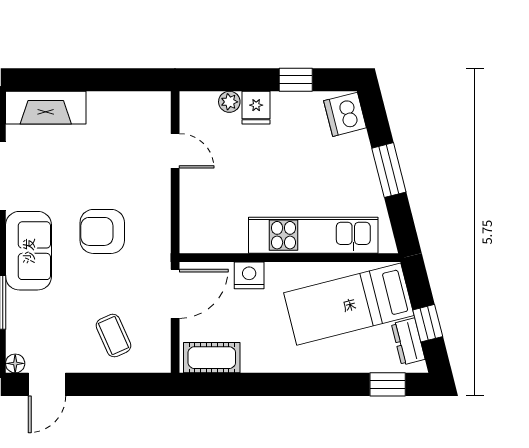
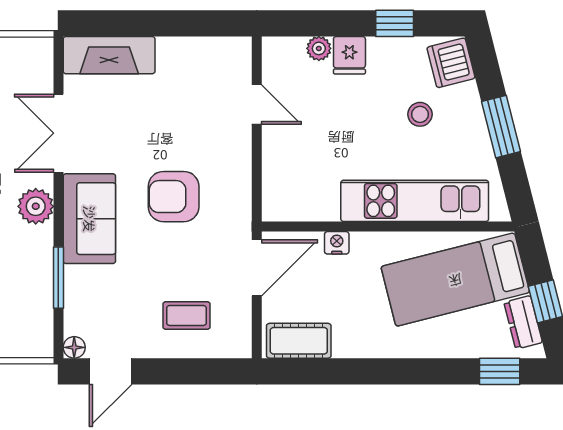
stool: (318, 159) -> (420, 114), added
nightstand: (249, 275) -> (337, 243), width x0.72, depth x0.74
coffee table: (113, 336) -> (187, 315), turned -66

